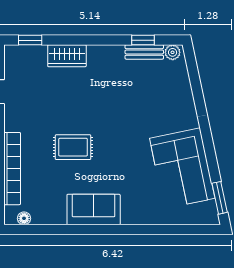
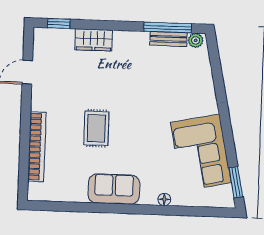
window: (143, 40) -> (168, 27), width x2.17
rug: (73, 147) -> (96, 128), turned 90
floor lamp: (24, 218) -> (164, 199), moved

